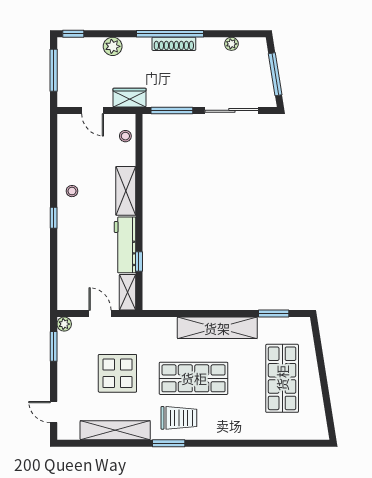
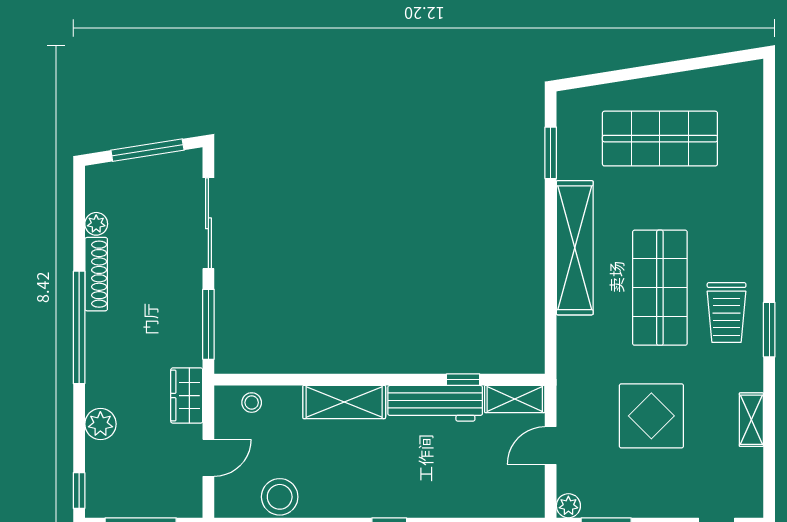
shoe rack: (174, 44) -> (96, 274), moved
stool: (72, 191) -> (280, 497), moved, width x1.89, depth x1.89
trolley: (179, 418) -> (727, 313), turned 180
shelving: (115, 430) -> (751, 420), width x0.45, depth x0.75

